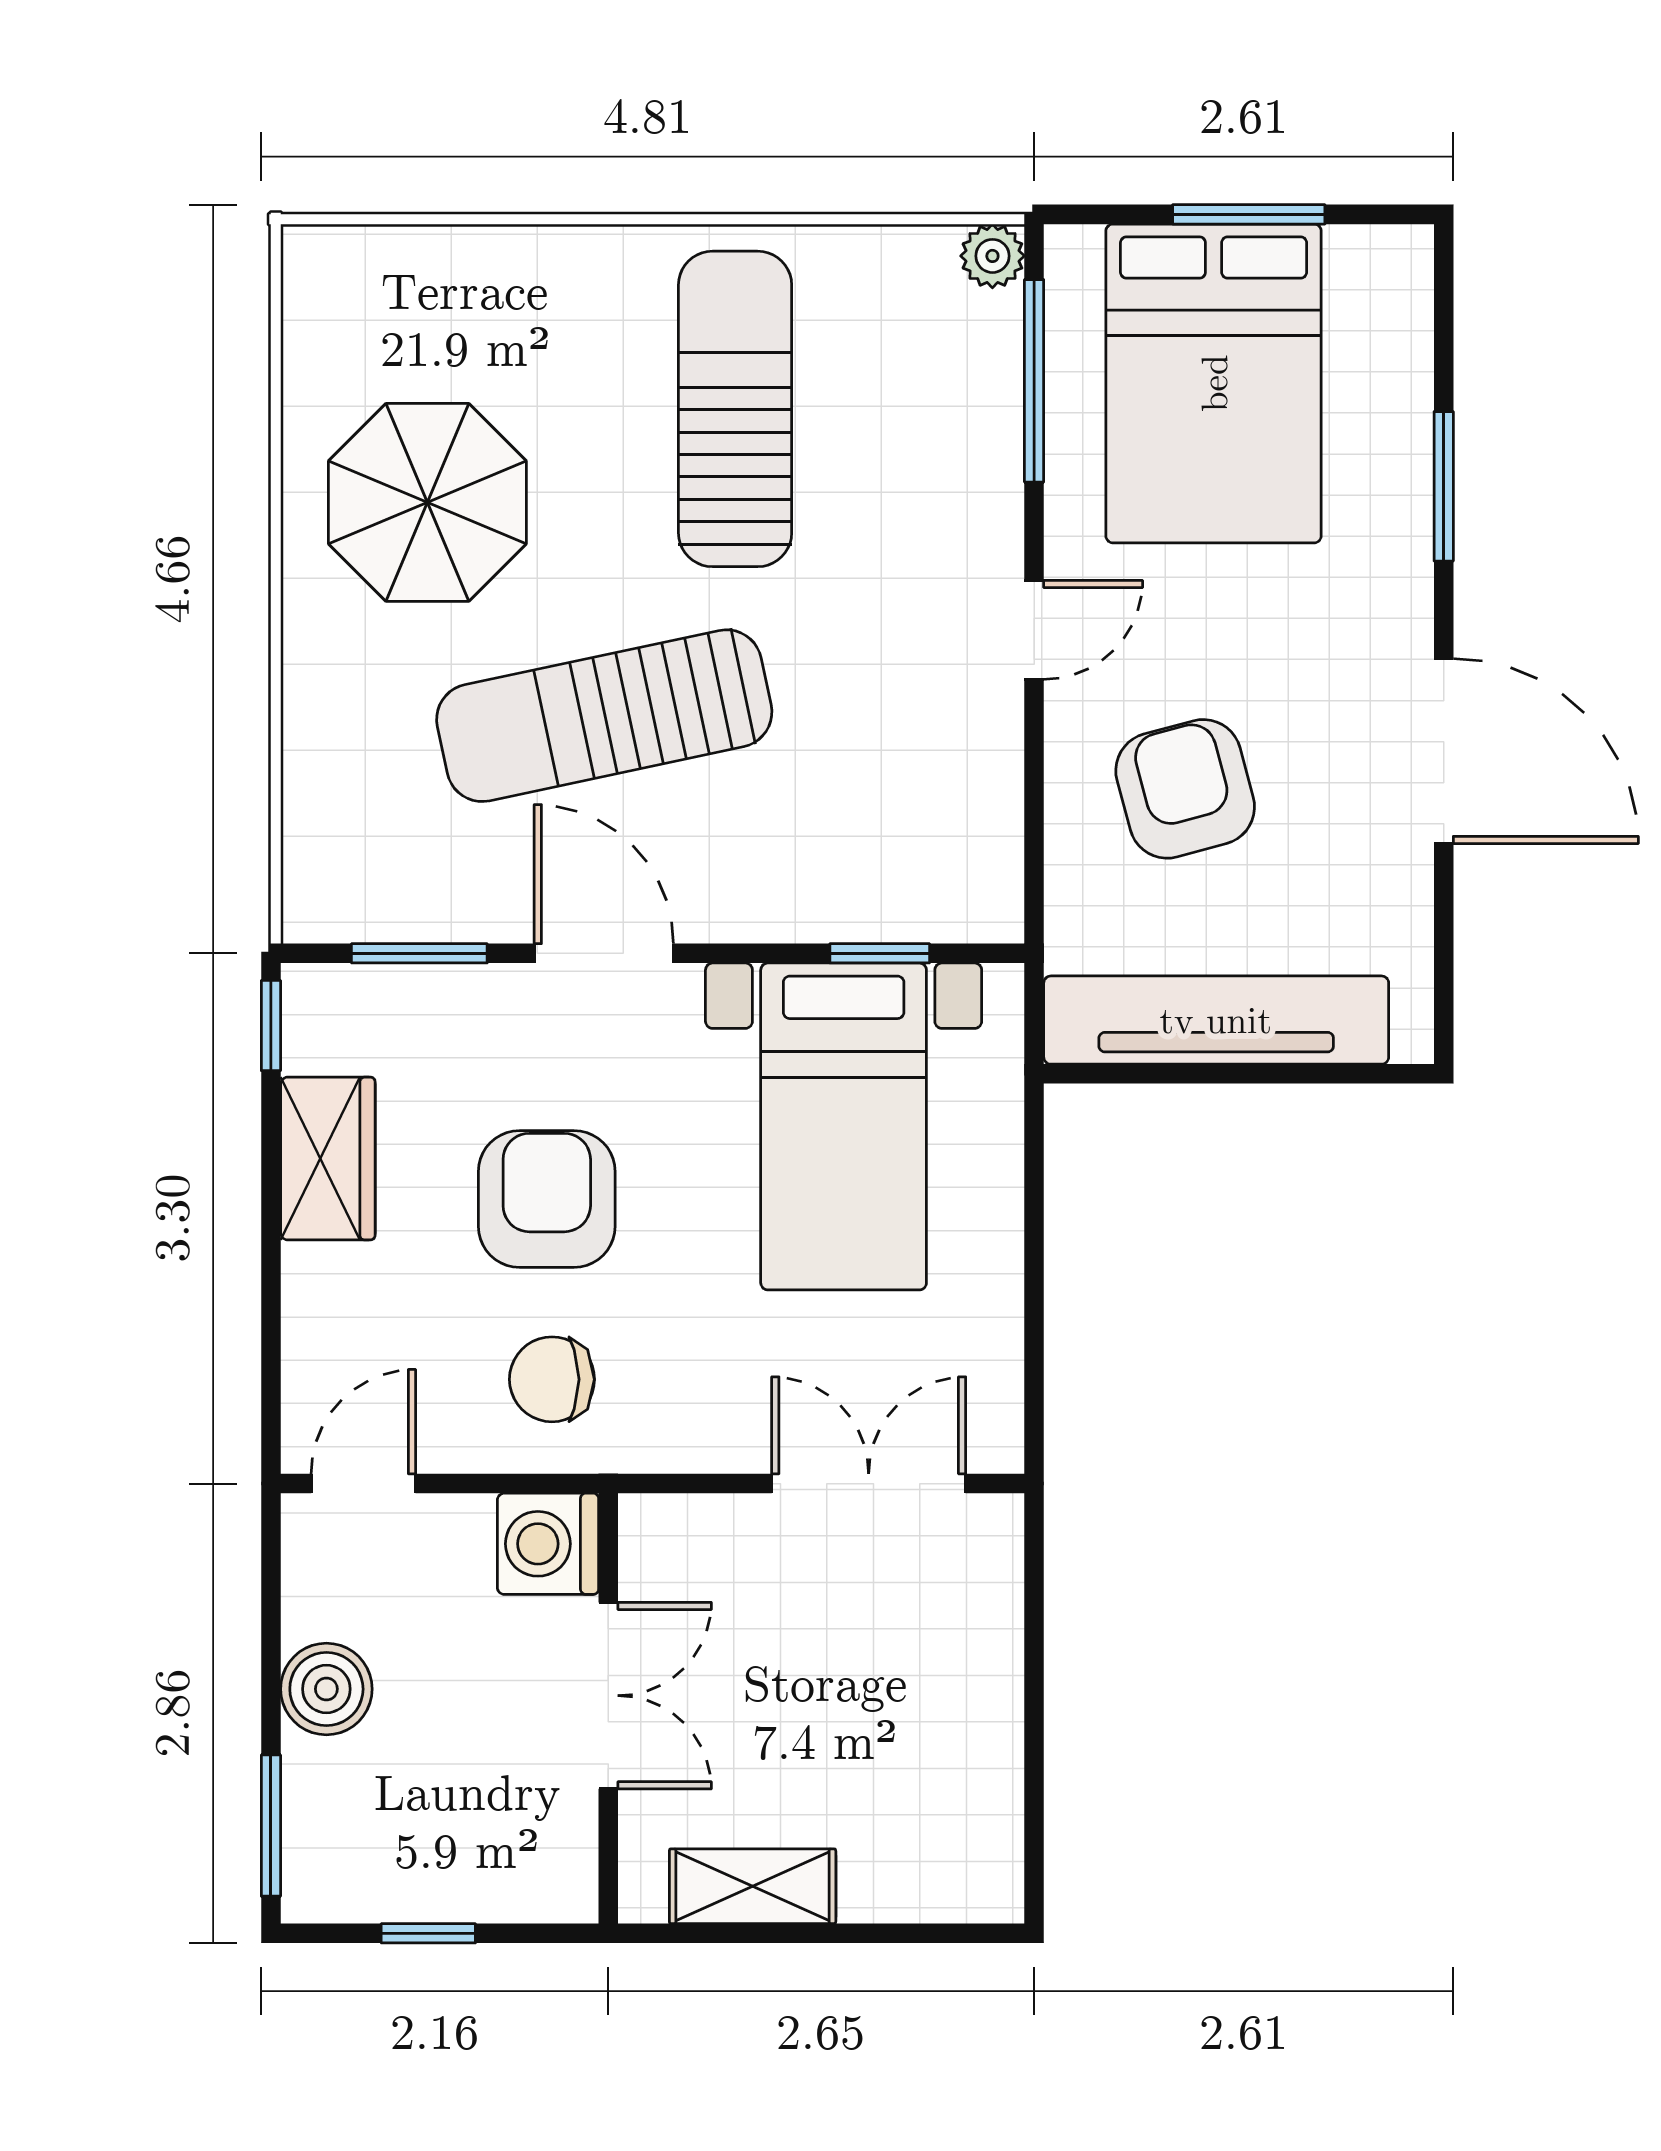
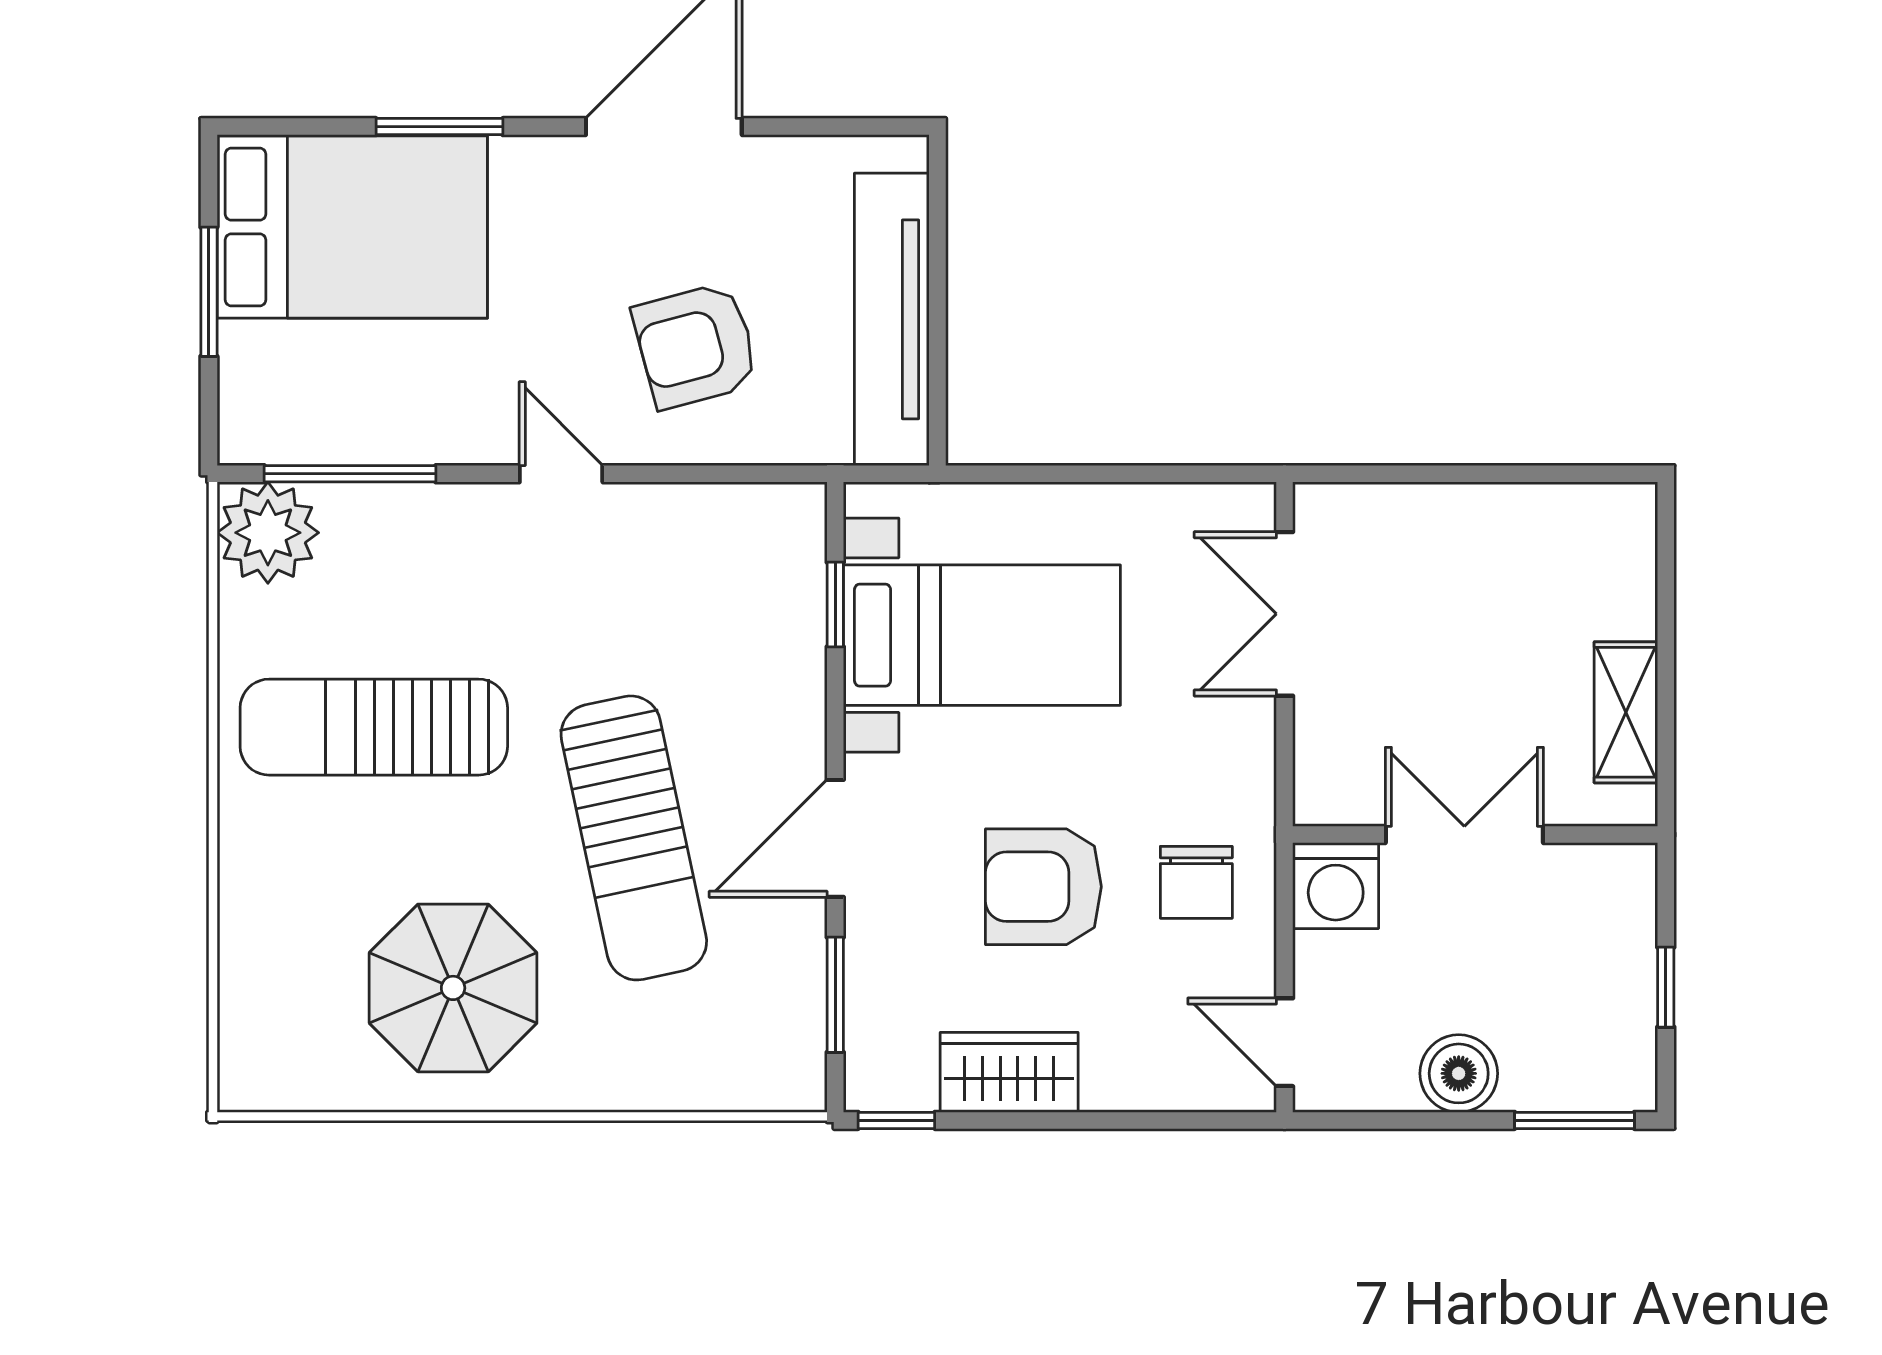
plant: (992, 256) -> (268, 533), width x1.88, depth x1.88
bed: (1214, 383) -> (352, 227), moved

